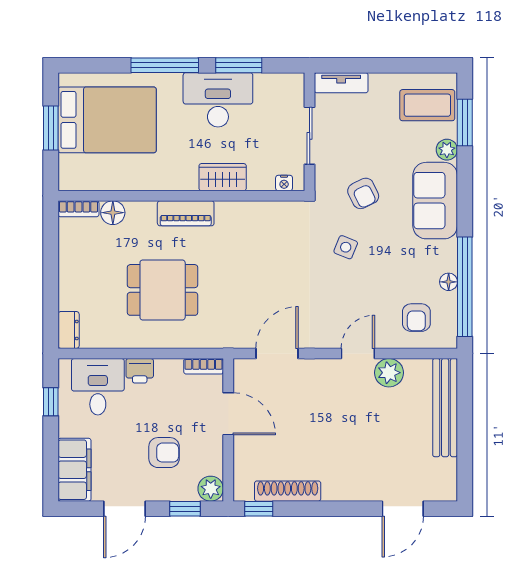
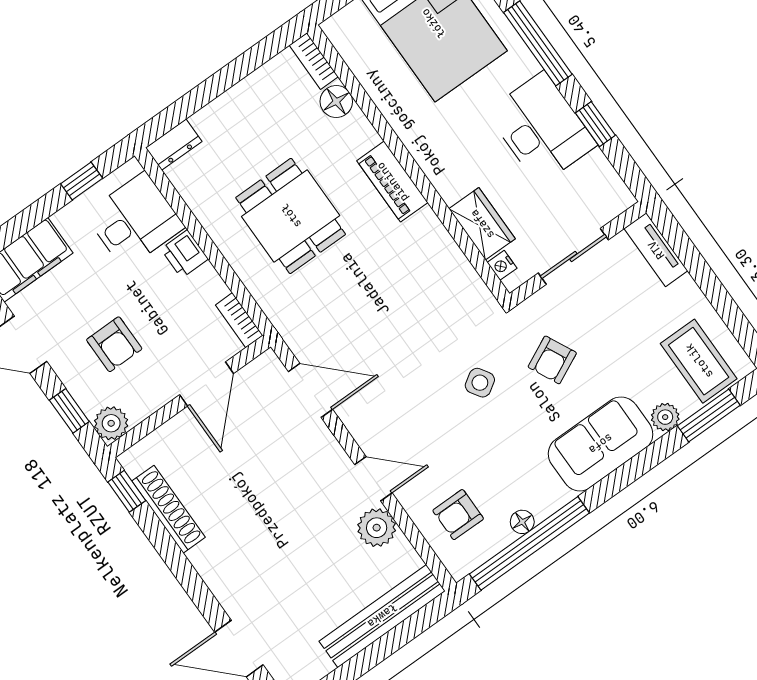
window: (239, 65) -> (595, 124), width x0.67
wardrobe: (223, 177) -> (482, 224), moved
side table: (346, 247) -> (480, 383), turned 36

